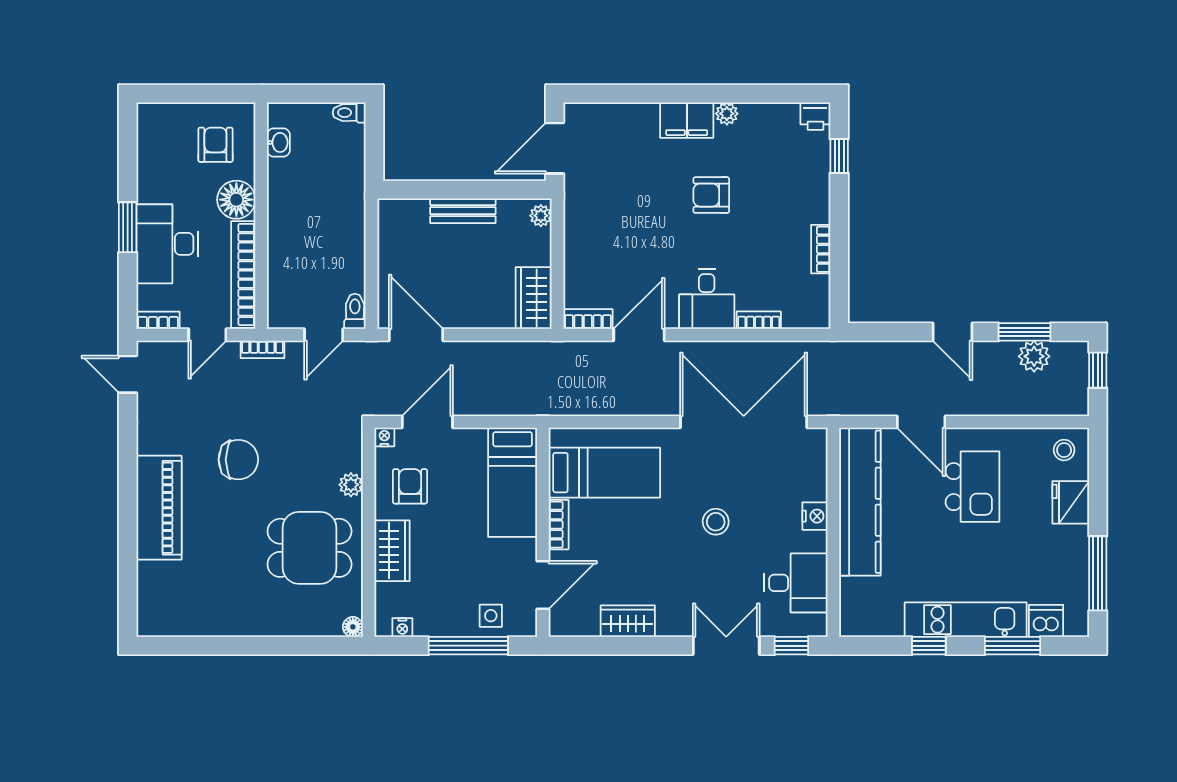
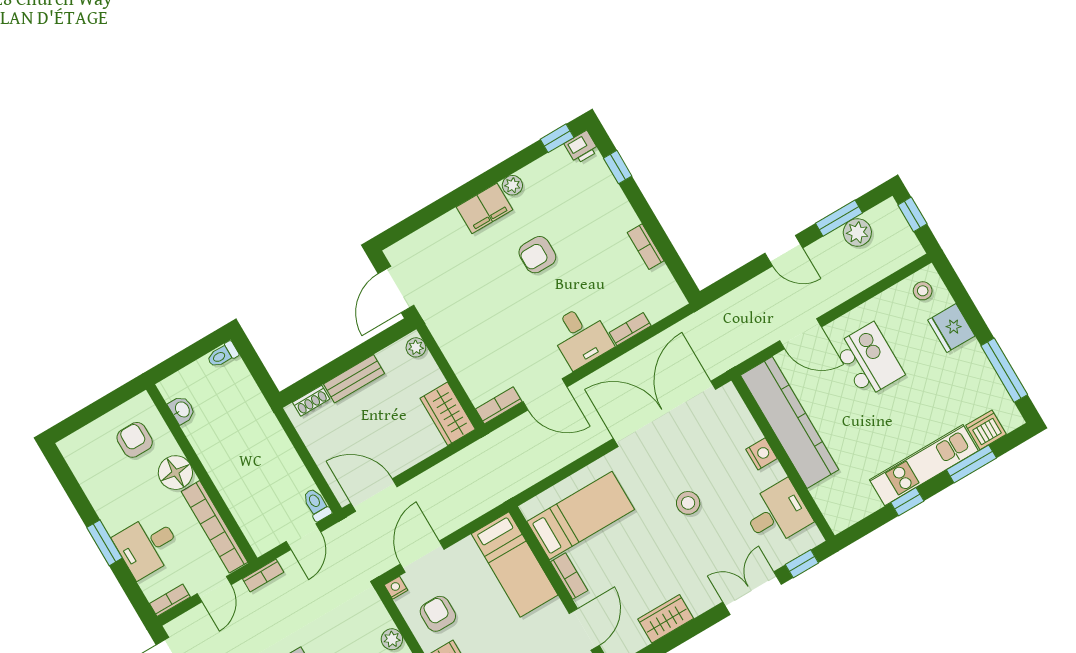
window: (797, 94) -> (557, 138), added
shoe rack: (409, 207) -> (311, 401), added
desk: (167, 244) -> (147, 546), width x0.73
door: (639, 335) -> (545, 394), swing flipped

